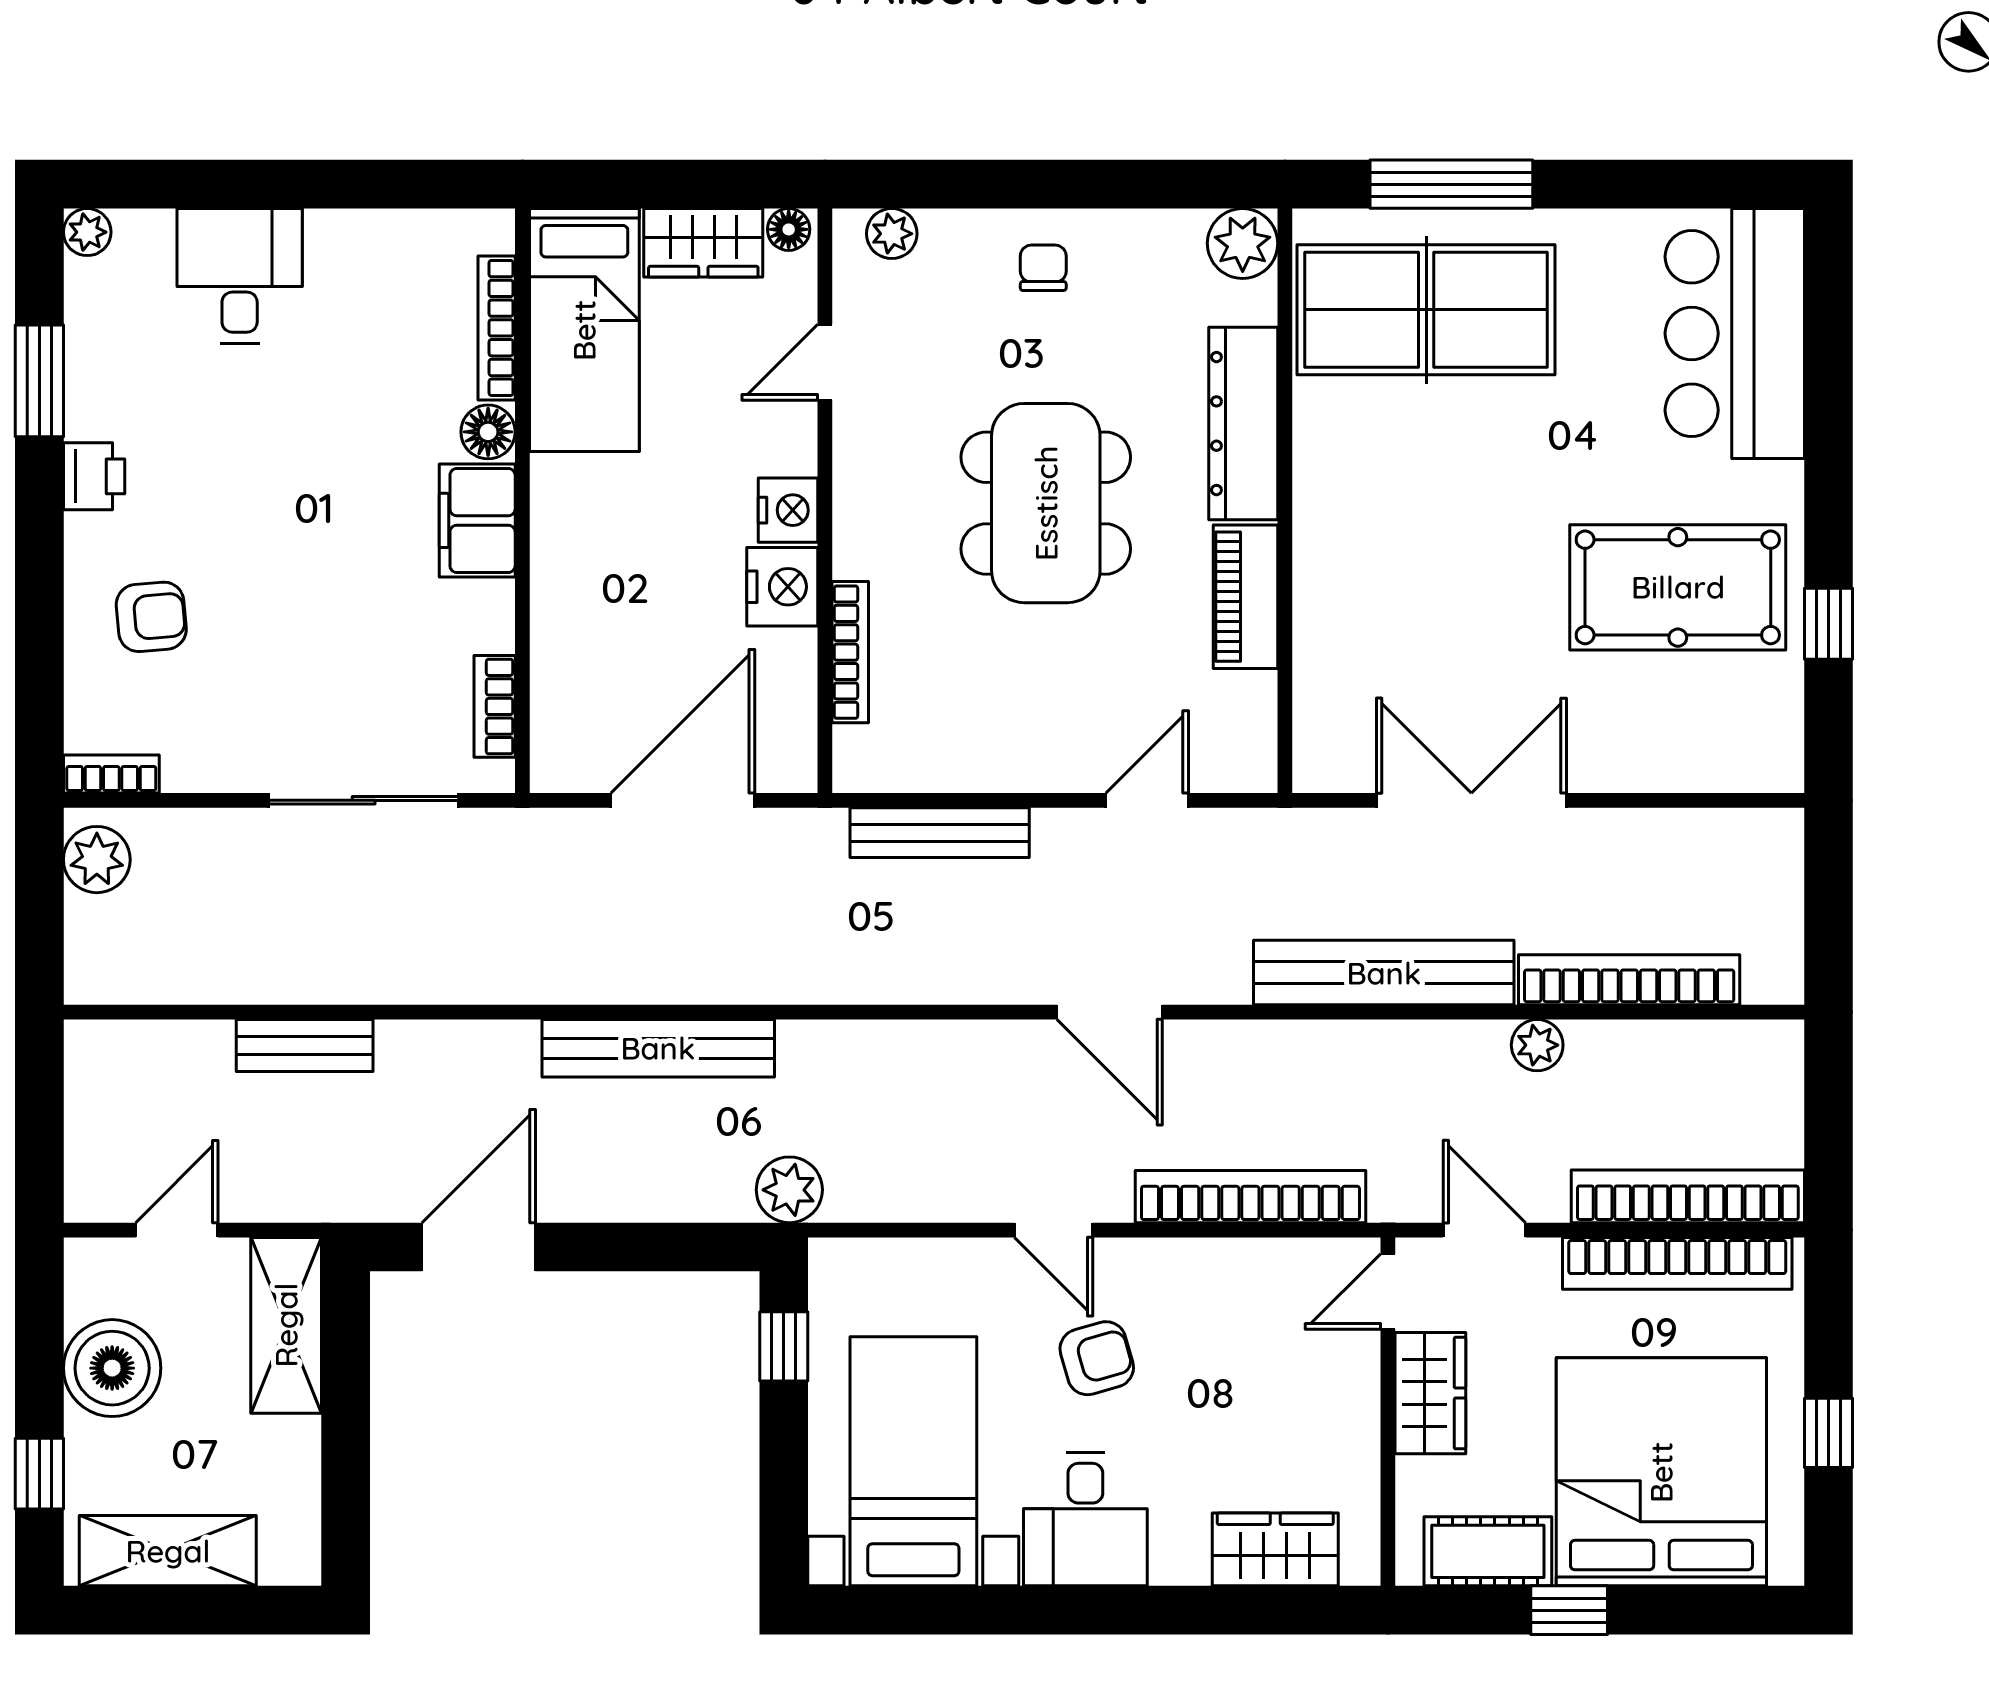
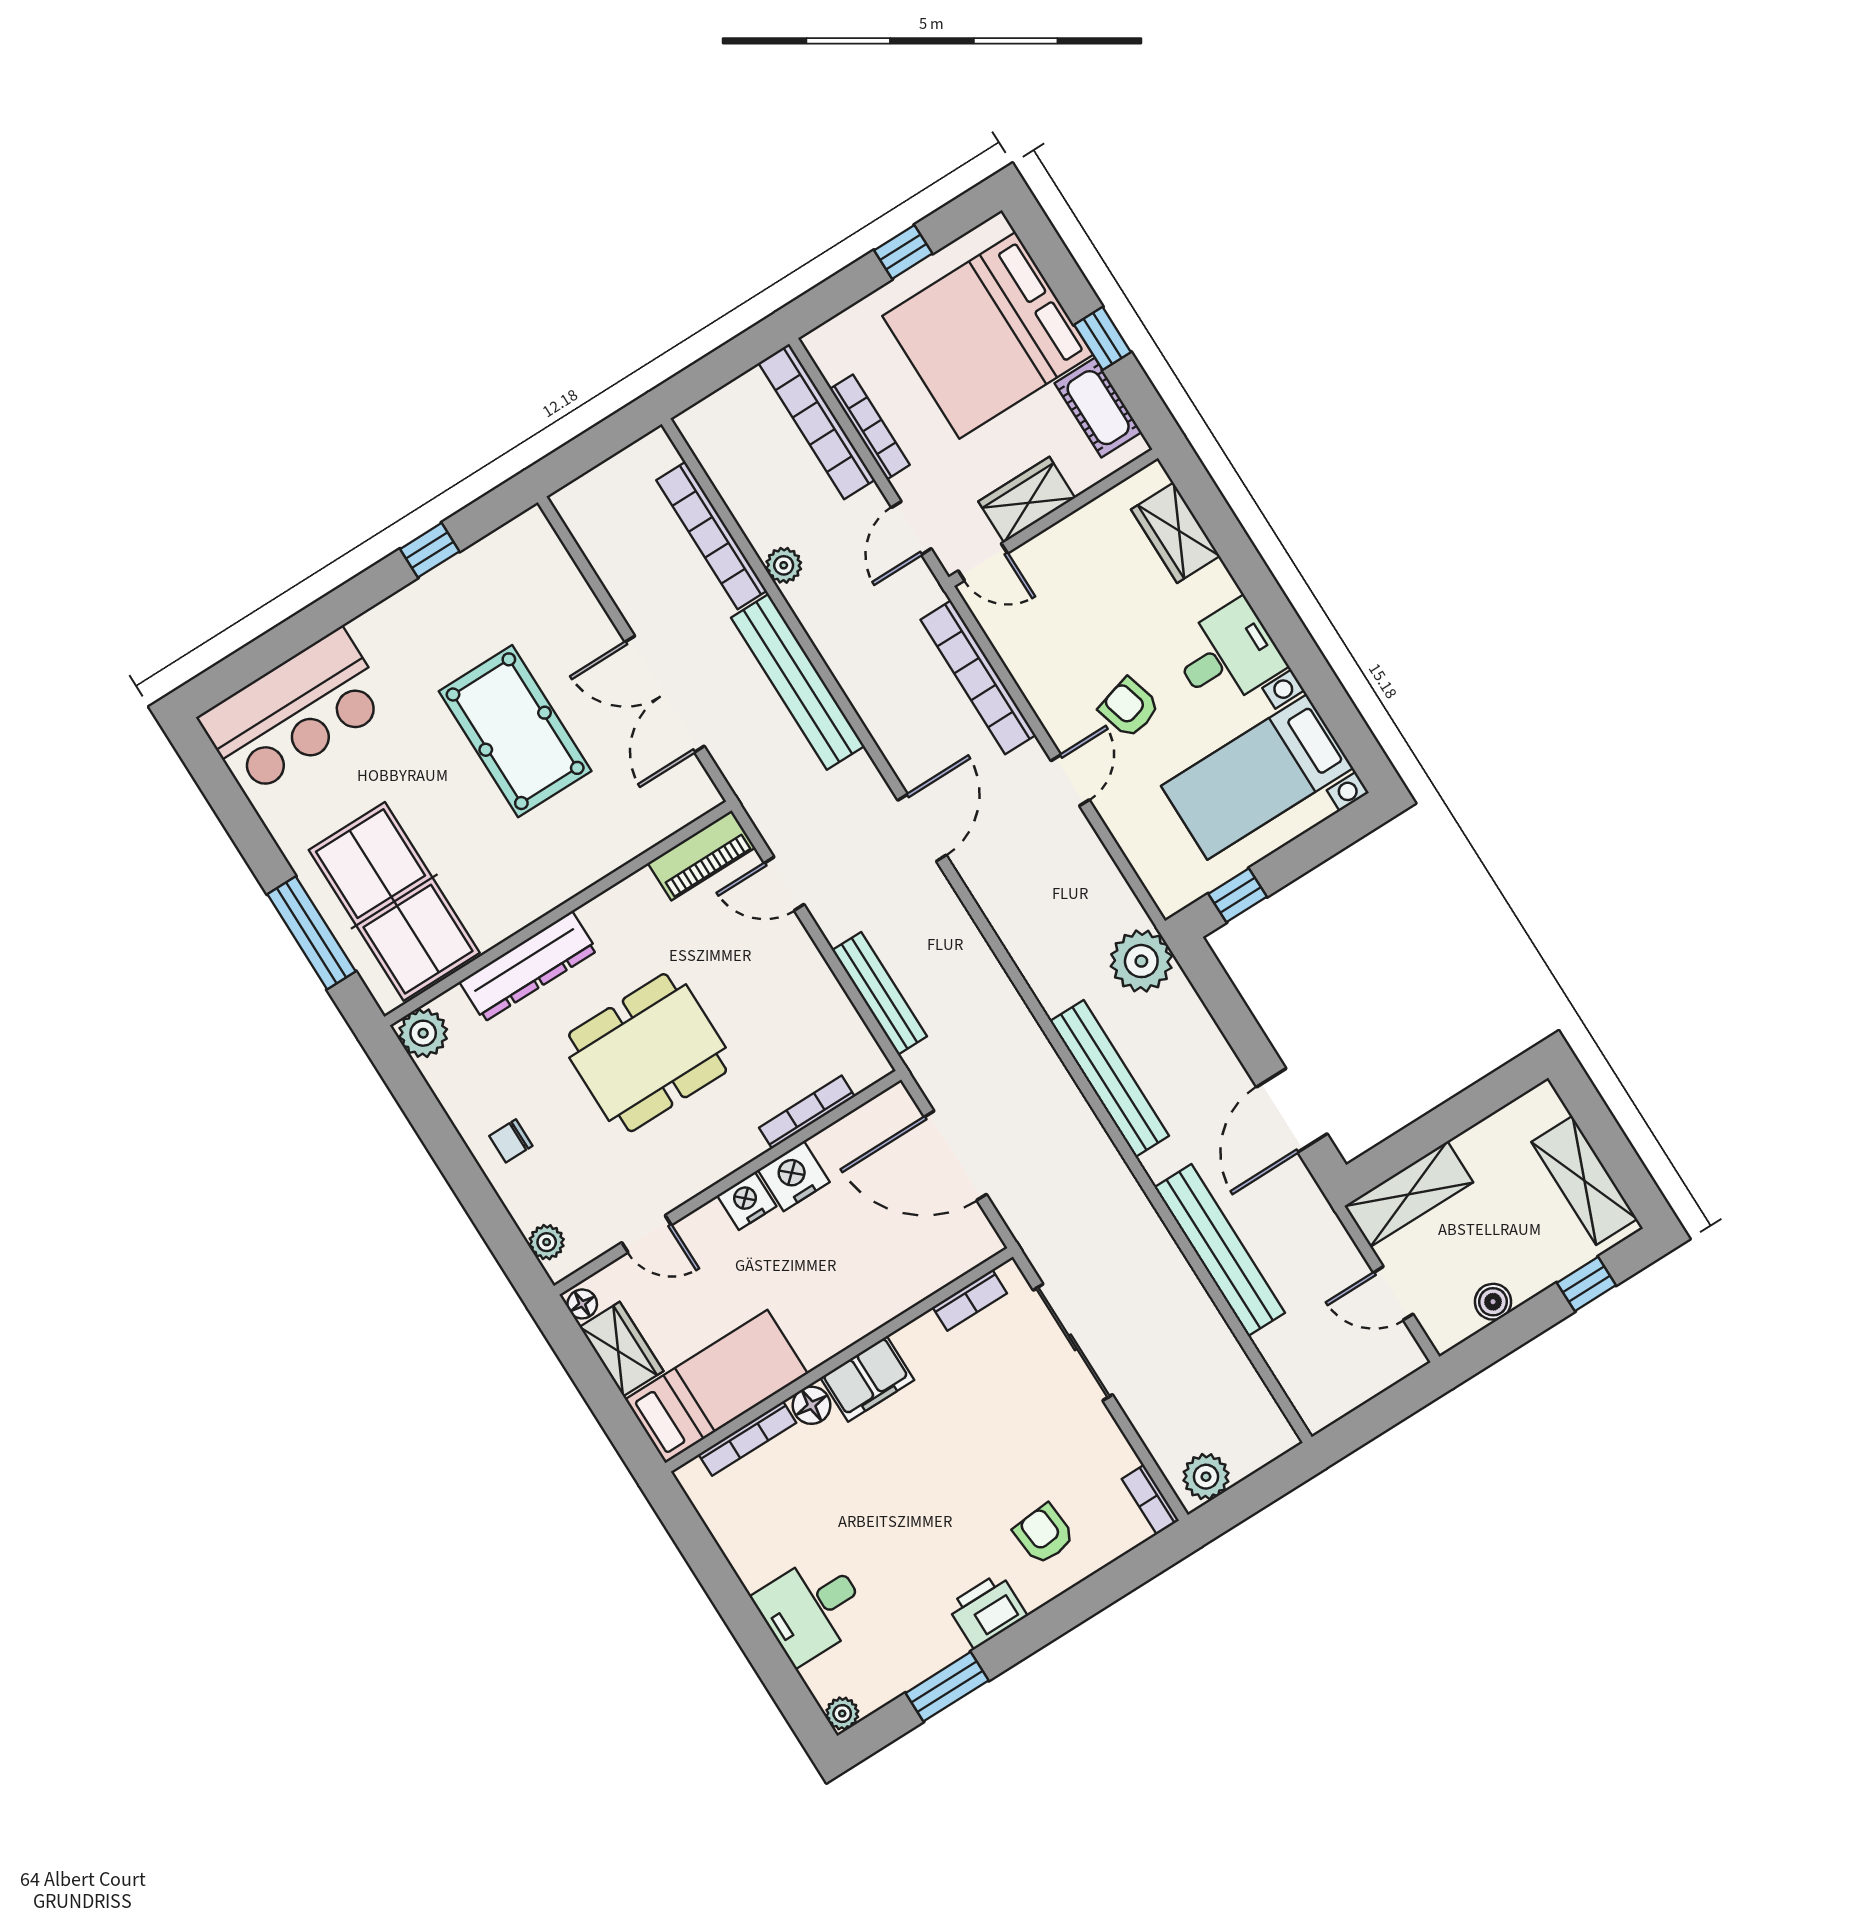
printer: (94, 476) -> (987, 1611), width x1.36, depth x1.24
pool table: (1678, 587) -> (515, 731), moved
piano: (1246, 597) -> (702, 855), moved
bench: (305, 1045) -> (1220, 1250), width x1.86, depth x1.21
plant: (789, 1190) -> (1141, 961), width x1.36, depth x1.36
door: (479, 1247) -> (1292, 1110), hinge flipped
bookcase: (1677, 1263) -> (870, 427), width x0.68, depth x0.76
boiler: (112, 1368) -> (1493, 1302), width x0.54, depth x0.54

